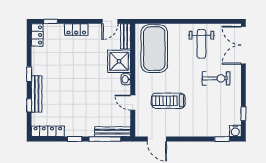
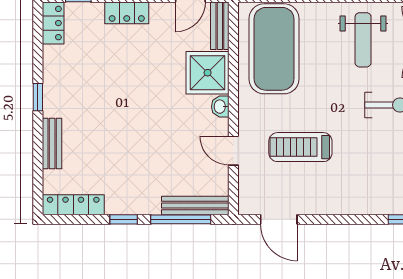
bench: (37, 94) -> (52, 144), width x0.73
window: (29, 105) -> (38, 156), removed

